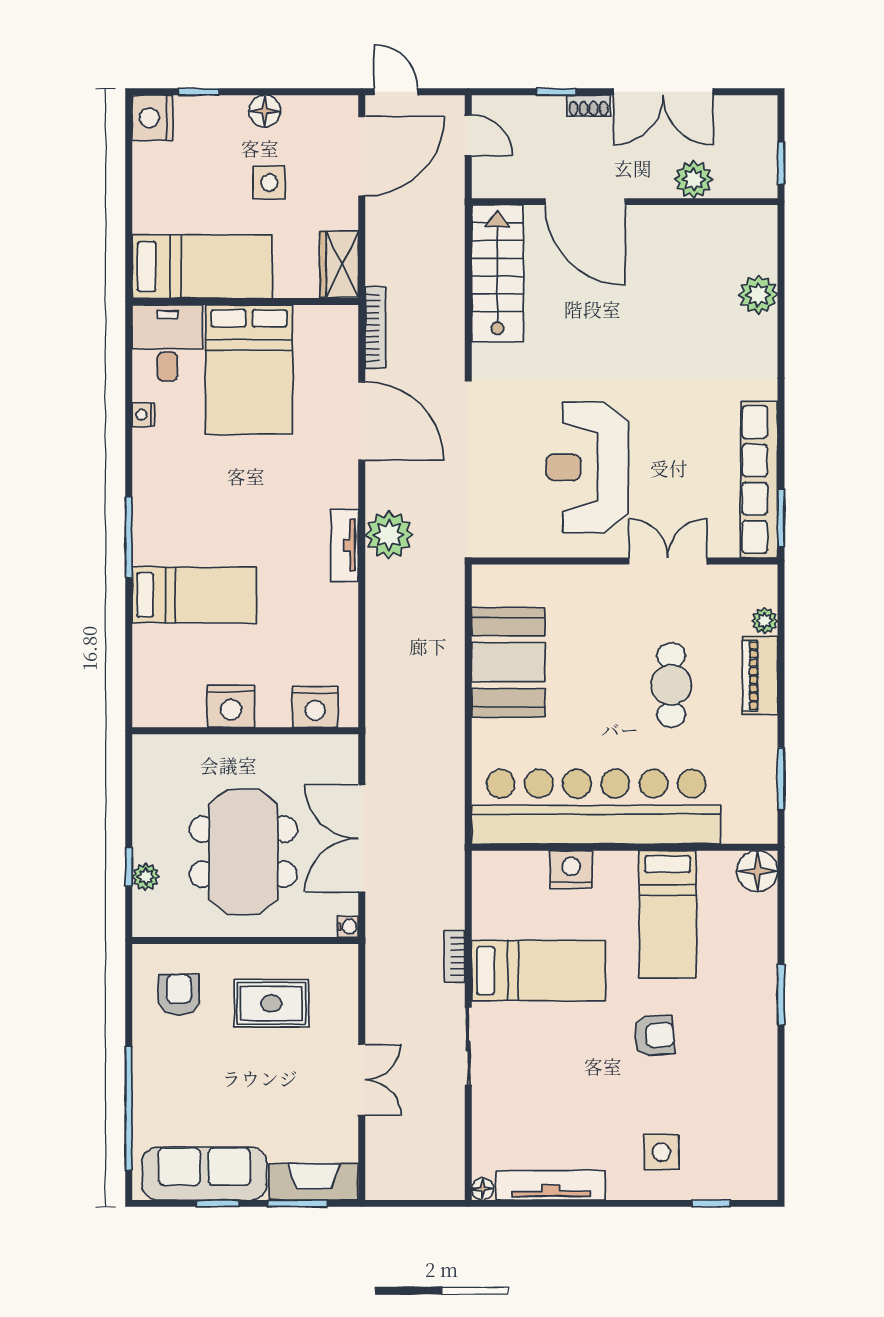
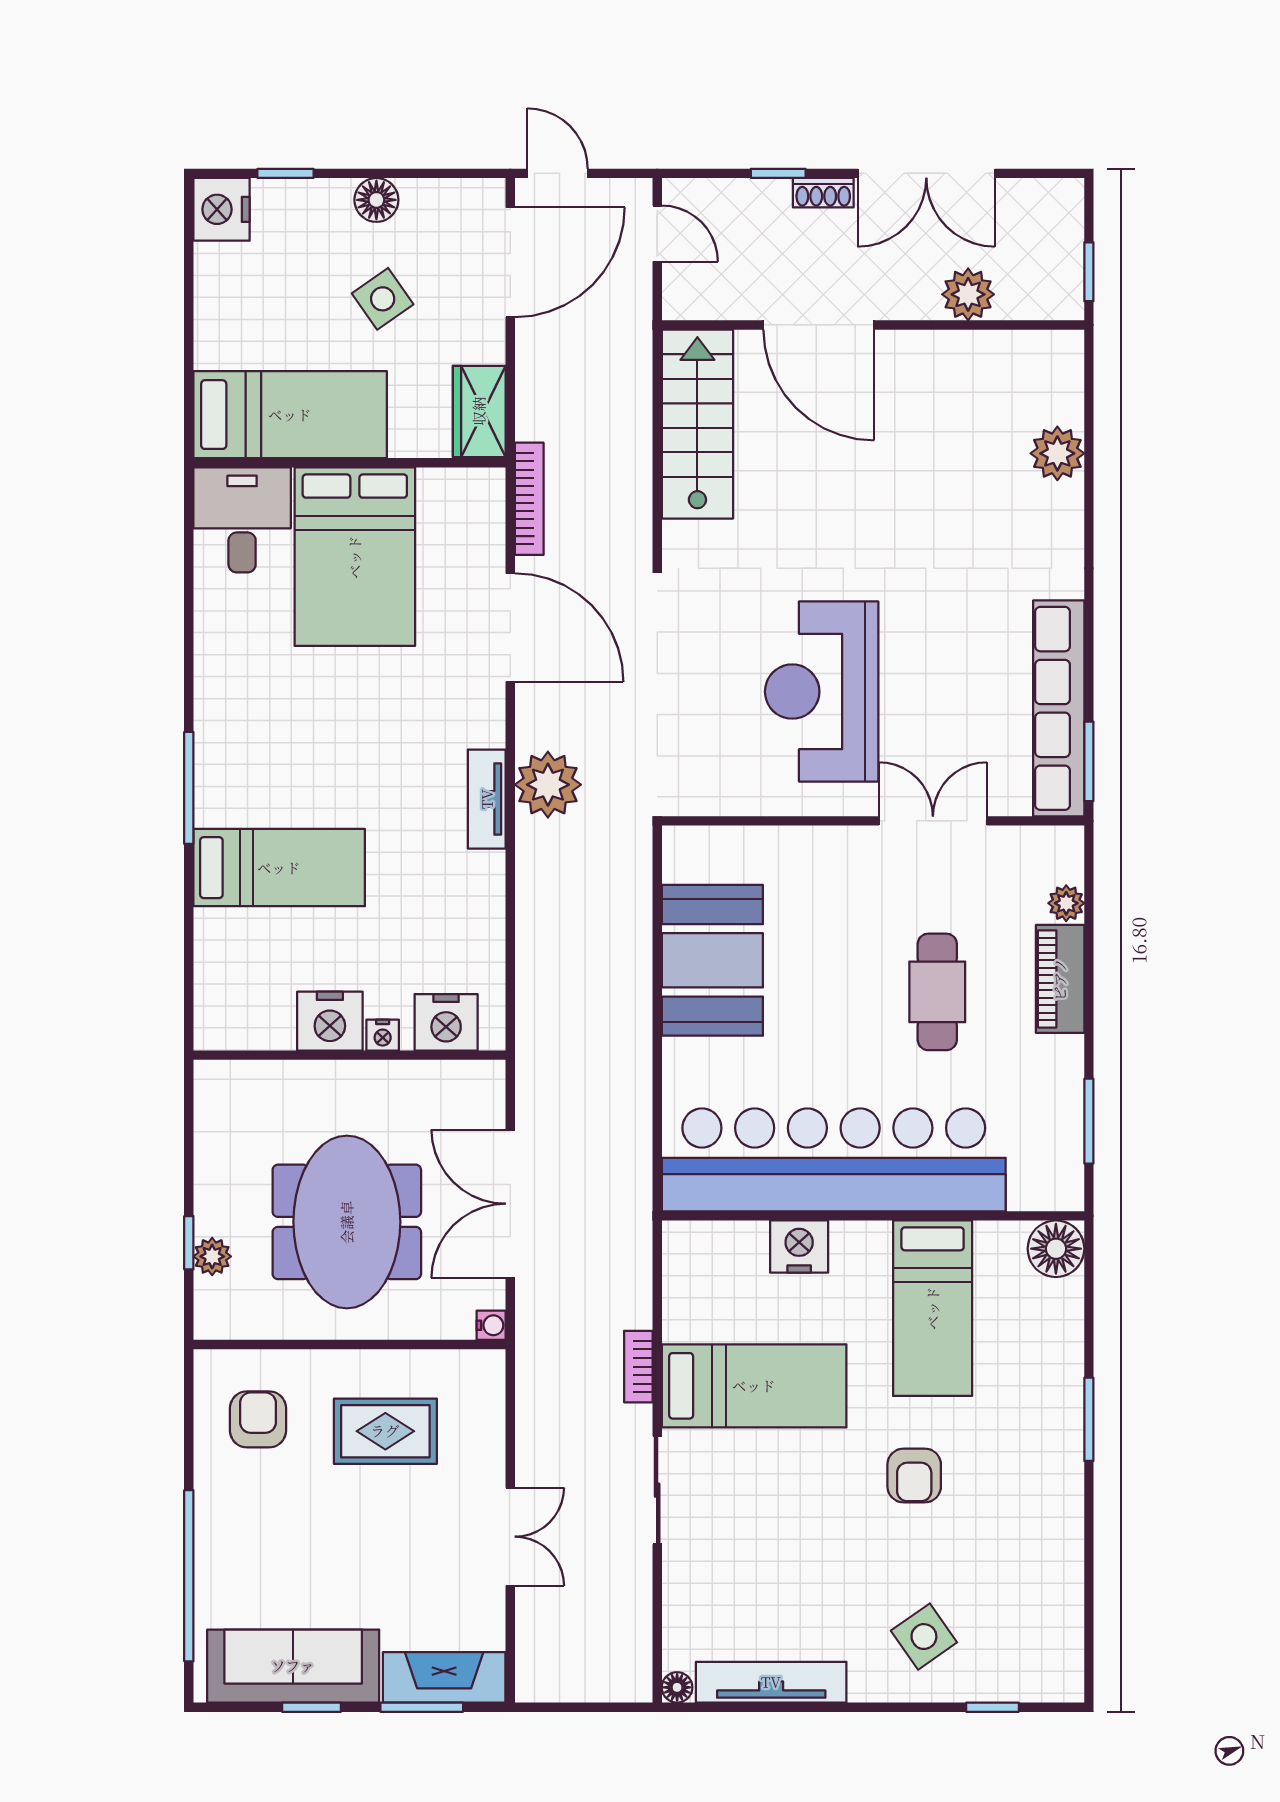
side table: (269, 183) -> (383, 299), turned -35
nightstand: (143, 415) -> (383, 1035), moved, turned -90
armchair: (654, 1035) -> (914, 1476), turned 94
side table: (662, 1152) -> (924, 1637), turned -35

